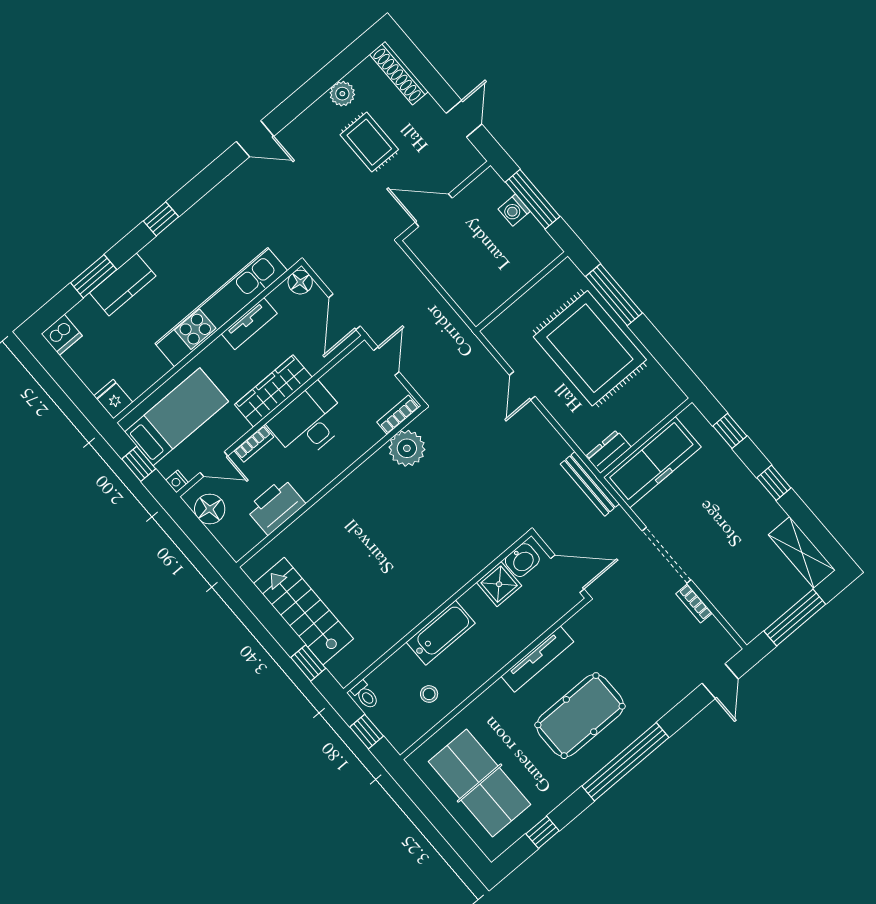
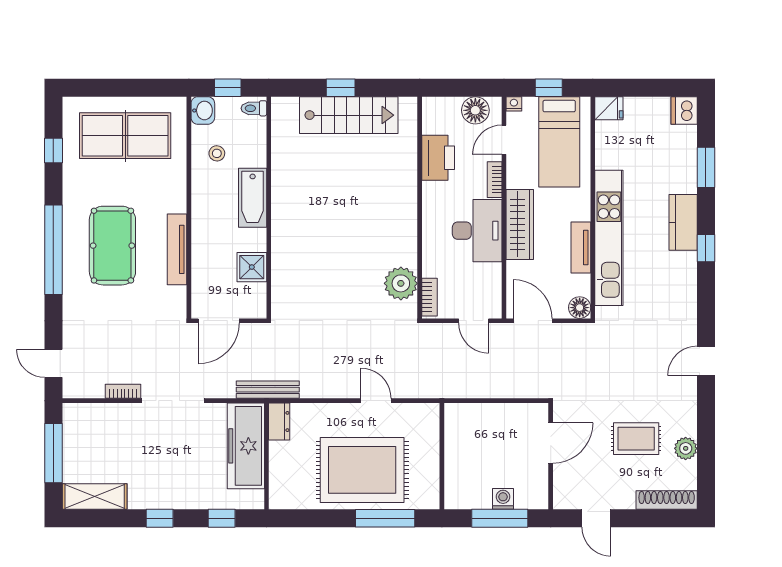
kitchen counter: (123, 284) -> (683, 222), moved
washbasin: (522, 560) -> (203, 110), moved, turned 180
window: (308, 663) -> (341, 88), moved

